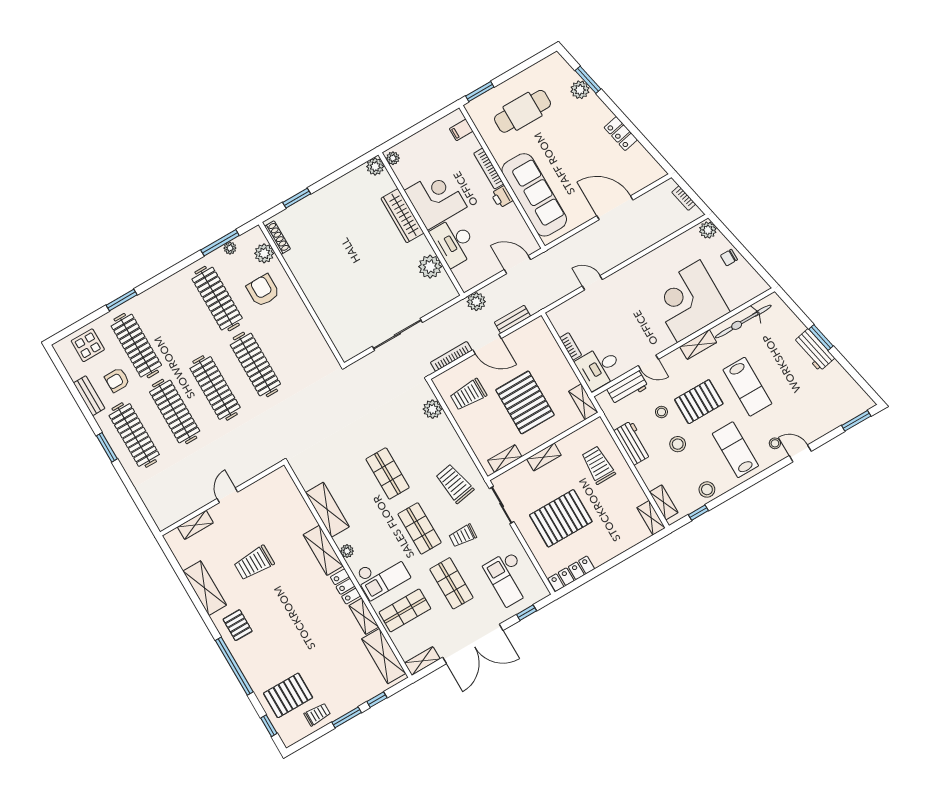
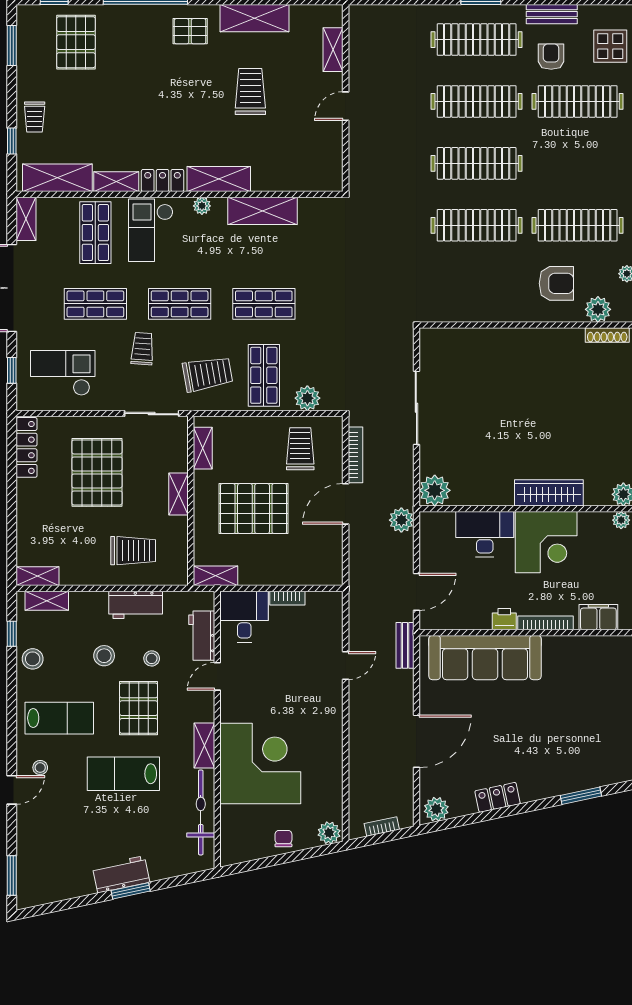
plant: (580, 90) -> (436, 809), moved
cafe table: (523, 111) -> (588, 700), removed
filing cabinet: (461, 130) -> (598, 617), width x2.00
plant: (430, 267) -> (435, 490), moved
bench: (512, 319) -> (405, 645), moved
shop shelf: (434, 446) -> (264, 375), added
door: (227, 495) -> (346, 106), swing flipped
trolley: (317, 714) -> (35, 117), moved
window: (347, 717) -> (12, 45), moved

